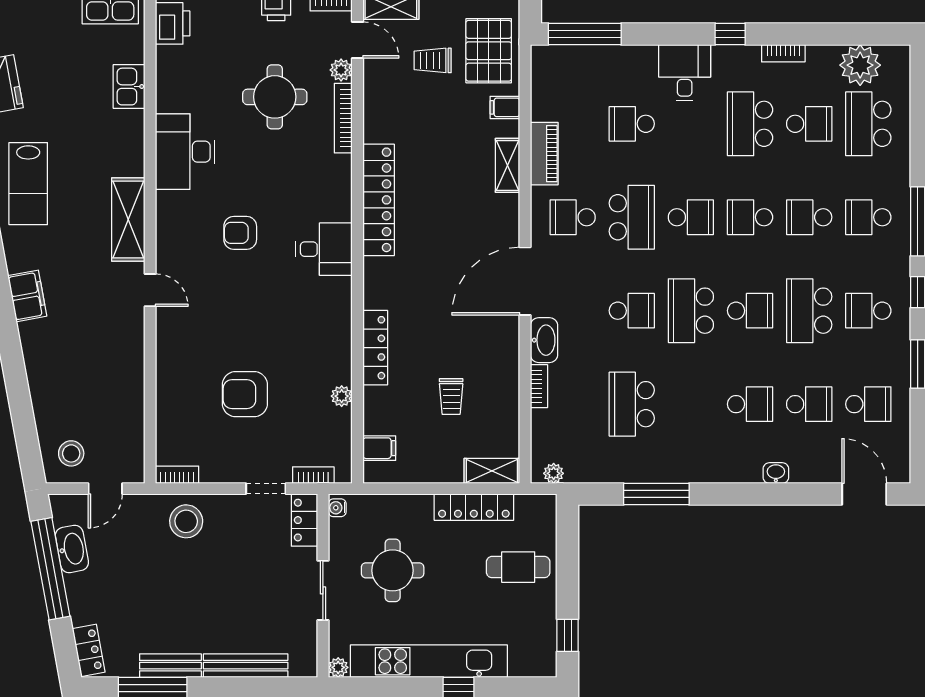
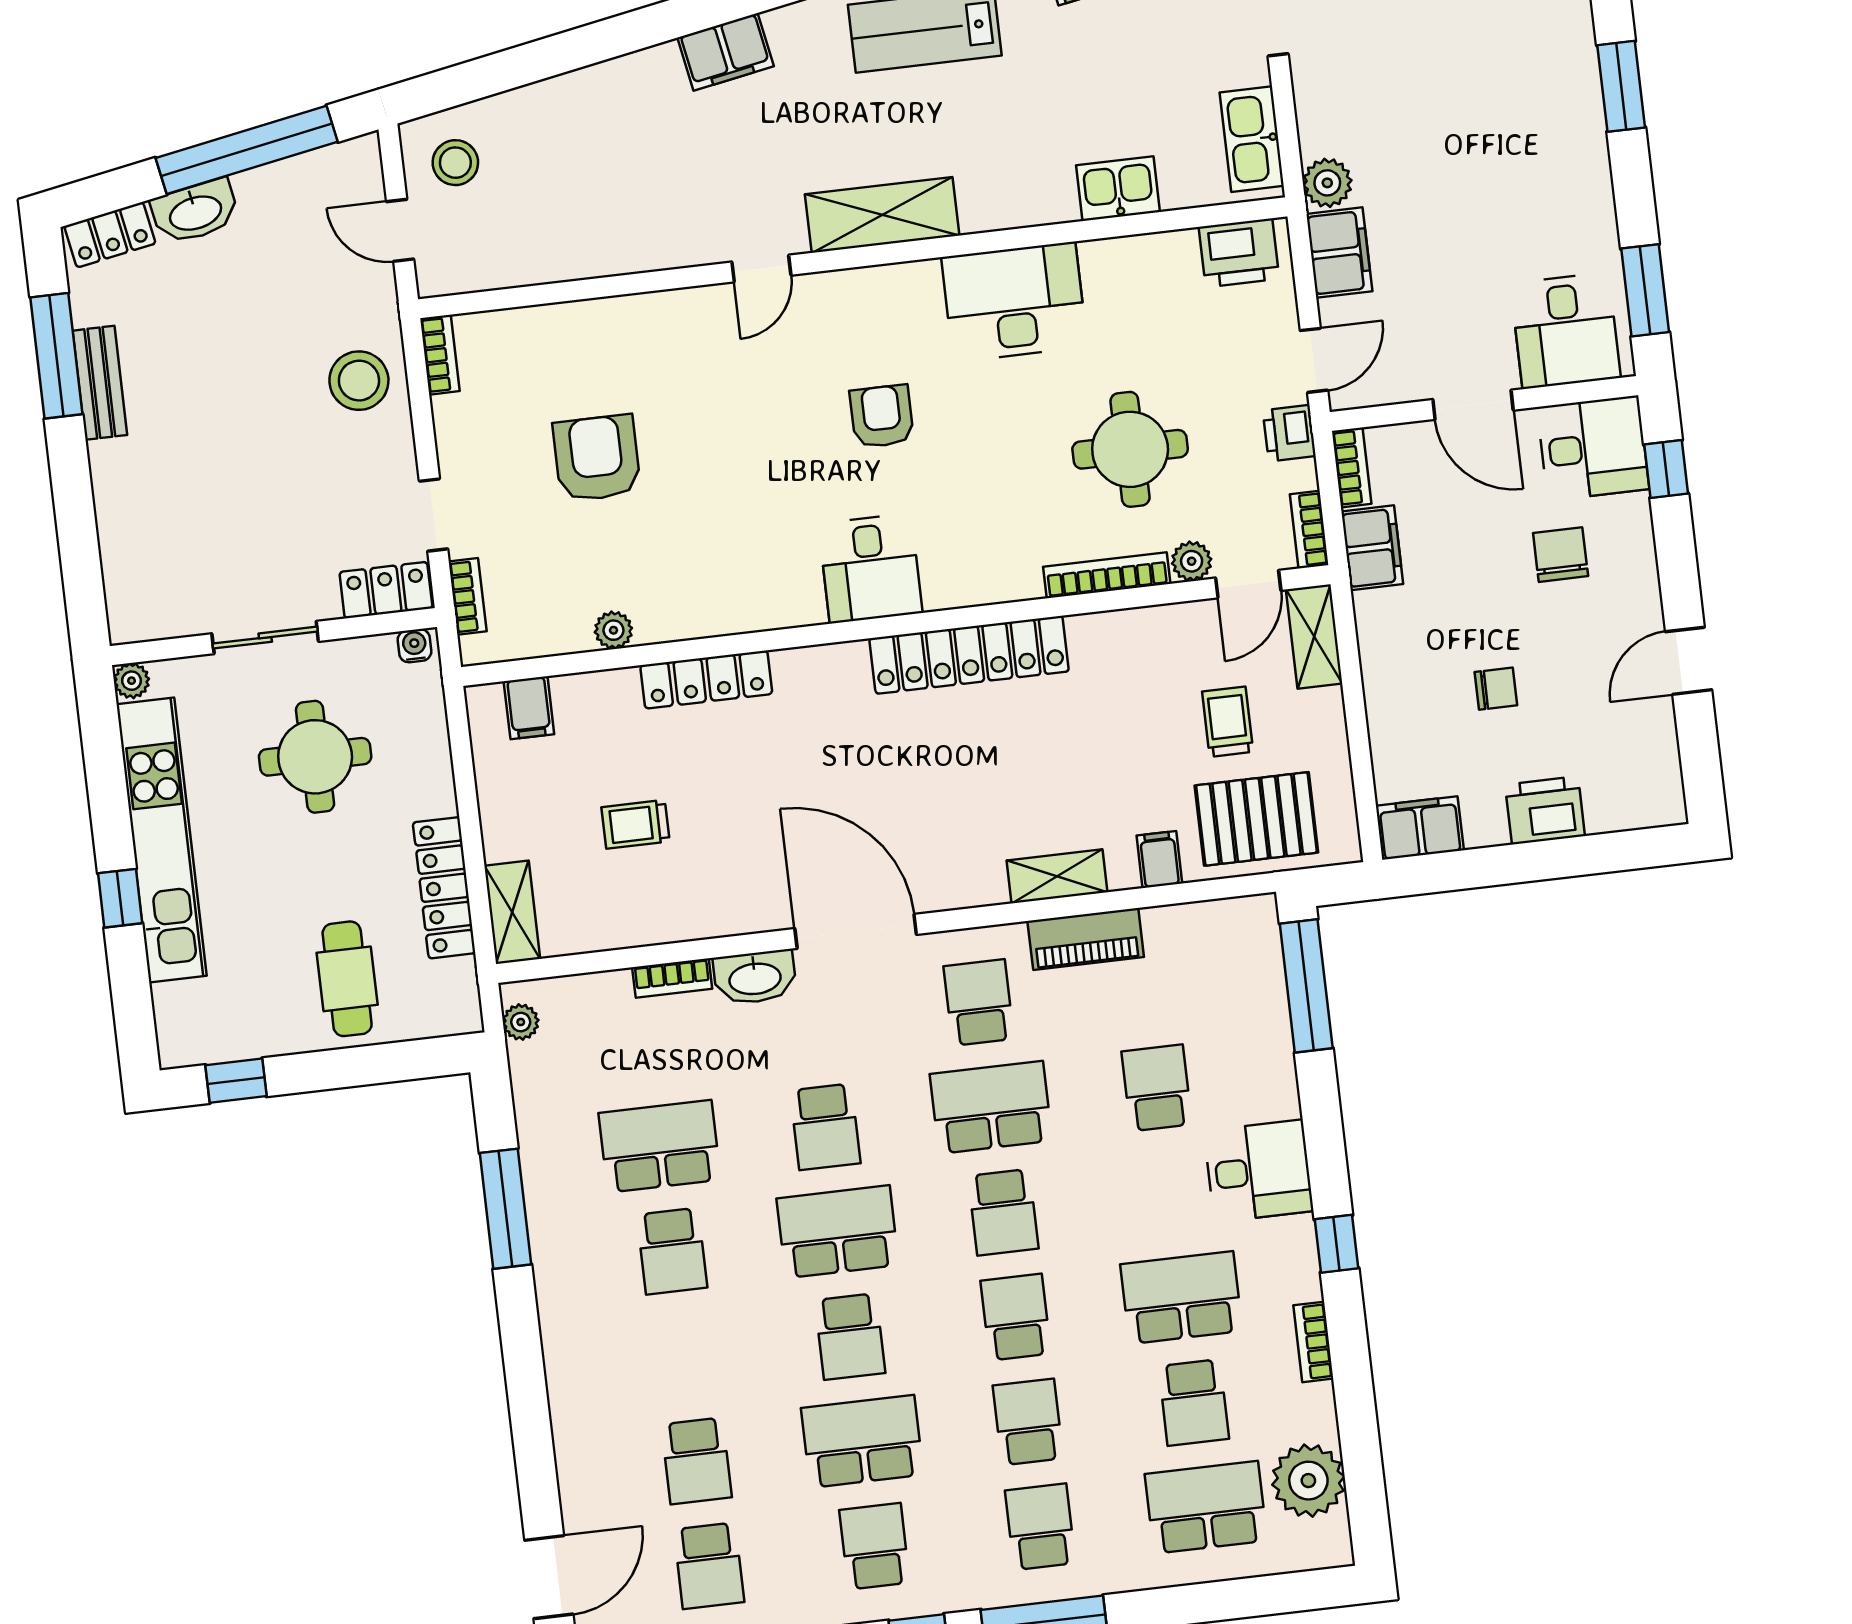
school desk: (632, 217) -> (991, 1107), turned 180
school desk: (750, 404) -> (672, 1251), moved
washbasin: (776, 473) -> (567, 1416), removed
washbasin: (72, 549) -> (195, 212), moved
bench: (246, 666) -> (116, 516), removed

